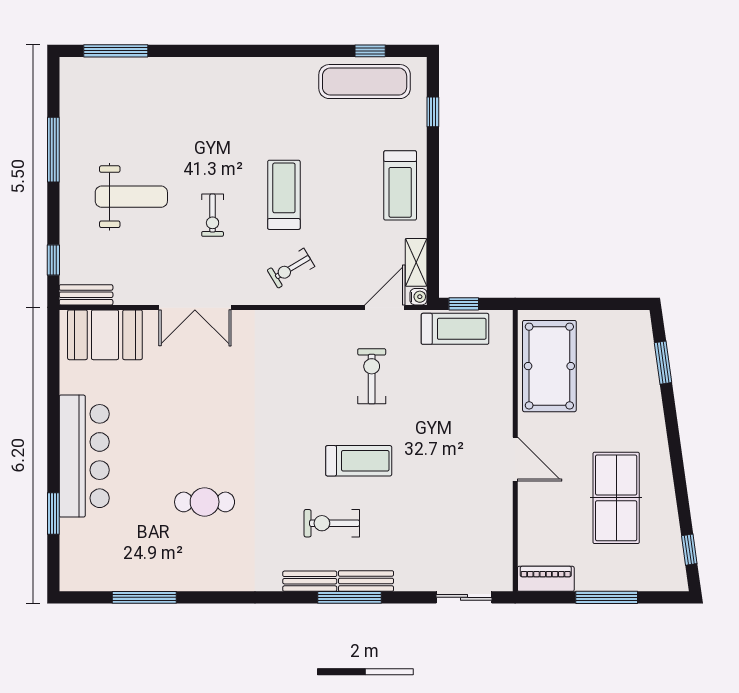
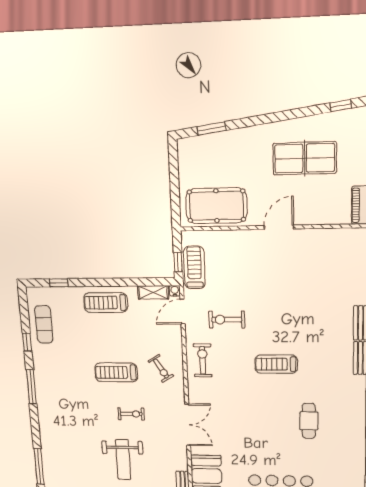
window: (258, 51) -> (31, 387), added
window: (370, 51) -> (27, 342), moved
exercise mat: (365, 82) -> (44, 324), width x0.73, depth x0.69
treadmill: (400, 185) -> (106, 303), turned 180
weight bench: (131, 197) -> (123, 460), turned 180
door: (385, 307) -> (183, 312), hinge flipped
treadmill: (359, 461) -> (276, 364), moved, turned -90
exercise bike: (332, 523) -> (203, 360), moved, turned 180

